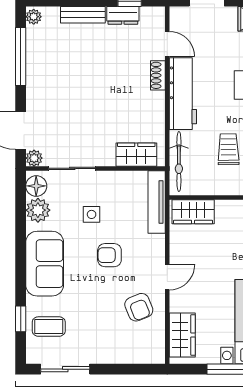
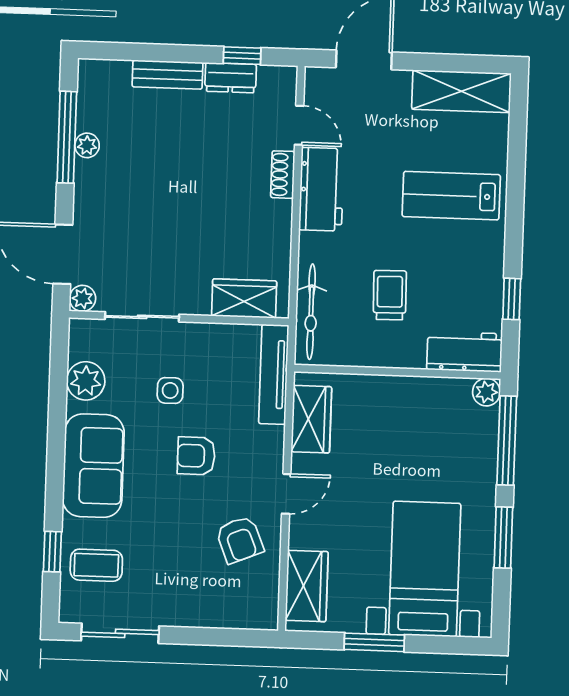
plant: (34, 17) -> (87, 145), moved
workbench: (183, 94) -> (322, 189), width x0.73
floor lamp: (36, 186) -> (84, 343), removed
wardrobe: (193, 212) -> (311, 419), moved, turned -90

